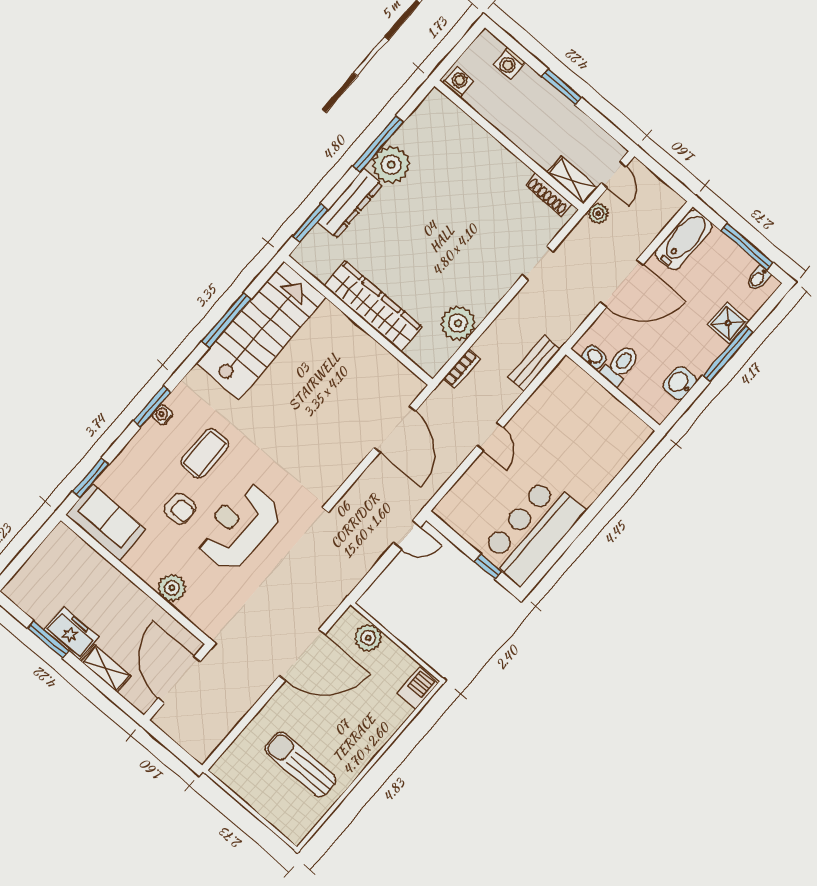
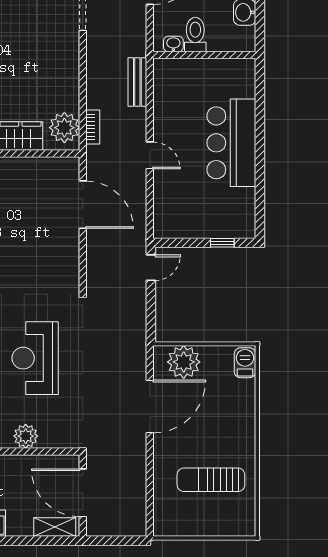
plant: (458, 323) -> (64, 128), moved
bar counter: (533, 531) -> (231, 143), moved
plant: (368, 638) -> (184, 362), width x1.36, depth x1.36
shelving: (106, 669) -> (55, 527), moved

